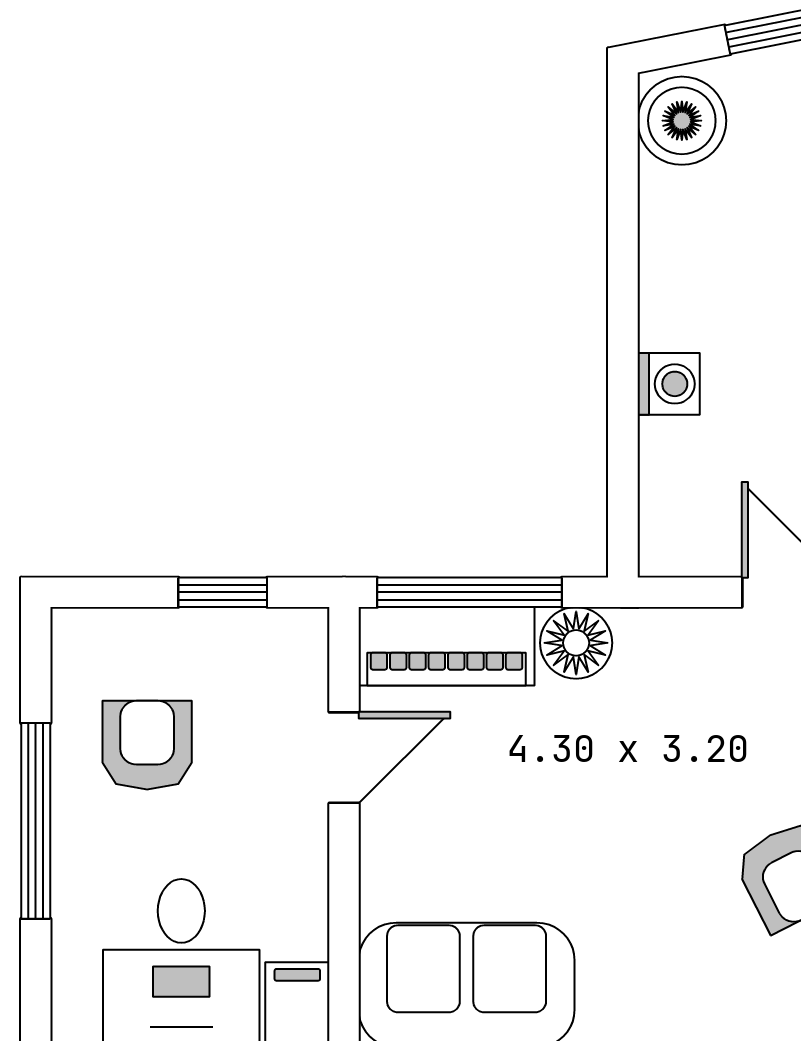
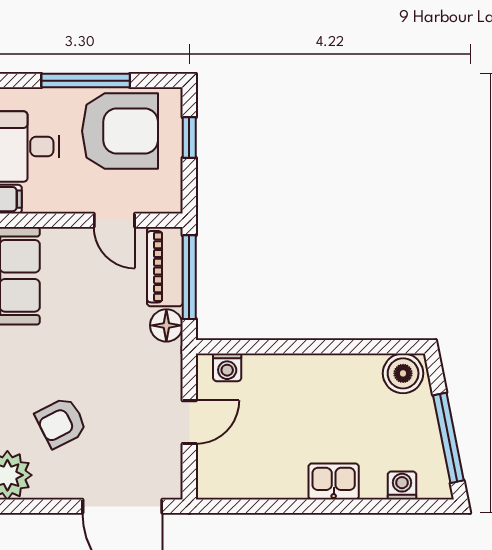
washing machine: (669, 384) -> (227, 367), moved
window: (223, 592) -> (189, 138), moved
armchair: (147, 745) -> (120, 131), width x1.88, depth x1.88

